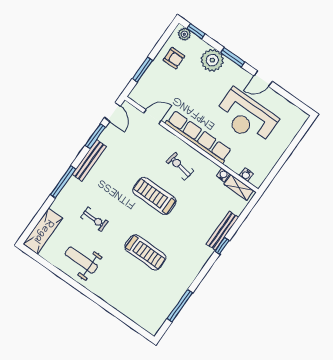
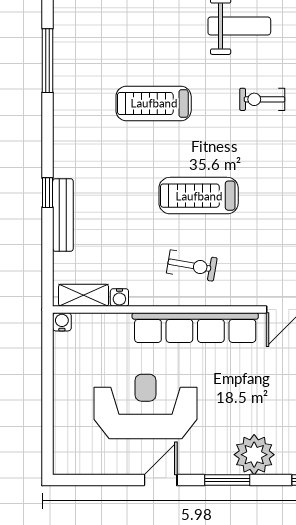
water cooler: (246, 175) -> (62, 322), moved
treadmill: (154, 196) -> (199, 196), turned 180

